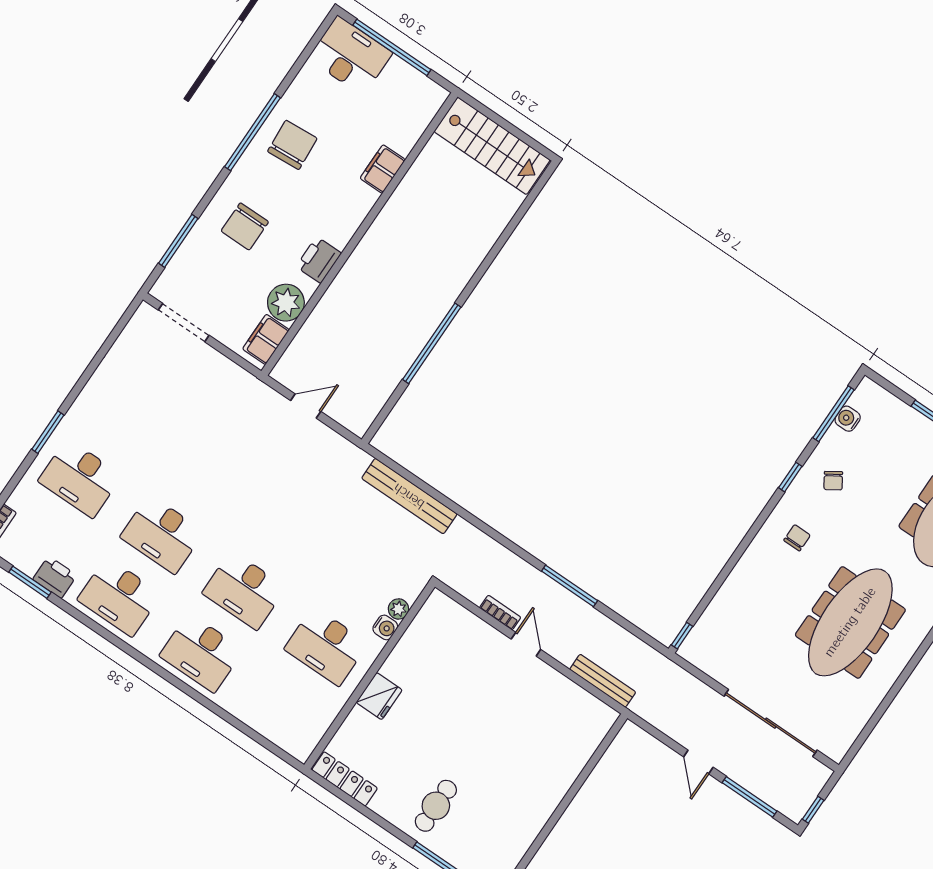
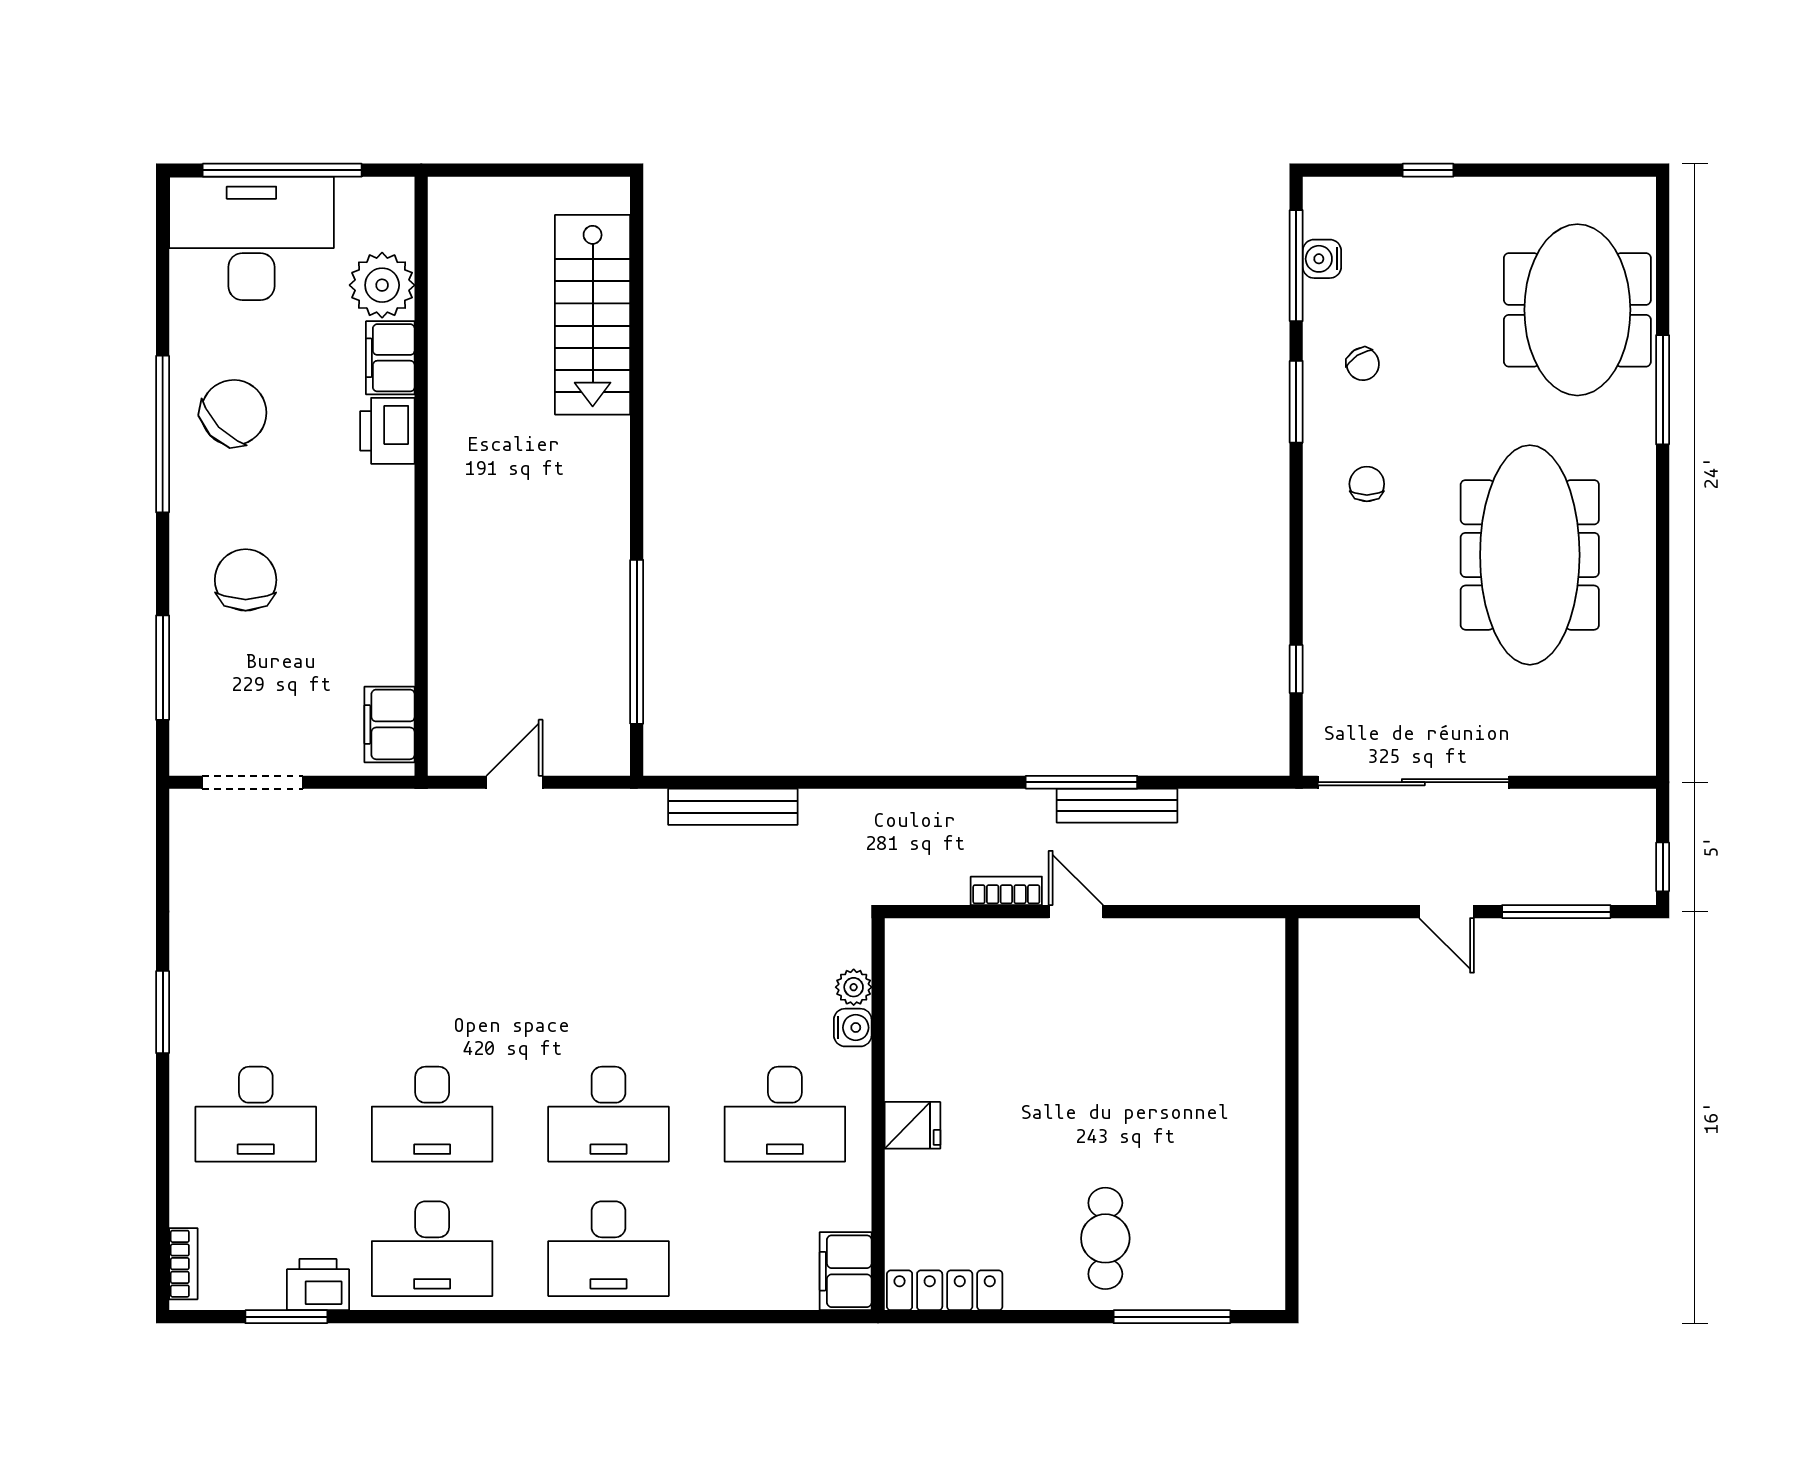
desk: (350, 56) -> (251, 238), width x1.36, depth x1.30
chair: (292, 145) -> (234, 413), turned 50
stairs: (492, 146) -> (593, 315), moved, turned 90
chair: (245, 226) -> (246, 580), turned 180
printer: (319, 260) -> (387, 431), moved
plant: (286, 303) -> (382, 285), moved
window: (432, 343) -> (637, 642), moved
window: (48, 432) -> (163, 1012), moved
window: (790, 477) -> (1296, 402), width x1.50
bench: (409, 496) -> (733, 807), width x0.73, depth x0.82
window: (682, 636) -> (1296, 669), moved
bench: (603, 681) -> (1117, 806), moved
fridge: (379, 696) -> (912, 1125), width x0.72
sliding door: (771, 723) -> (1413, 782), moved
filing cabinet: (305, 739) -> (846, 1271), added

